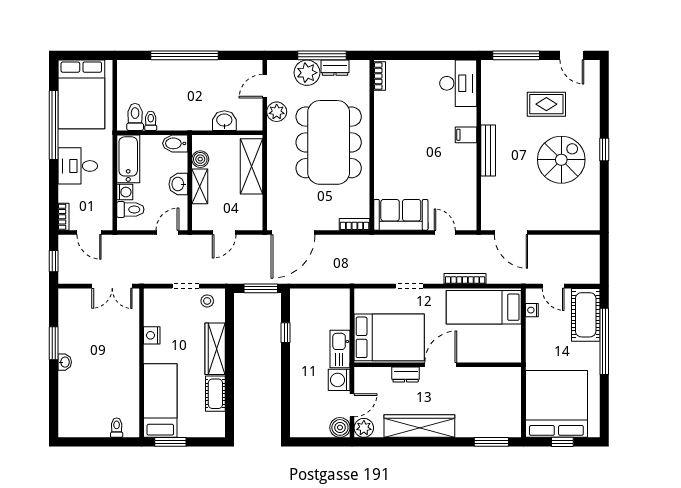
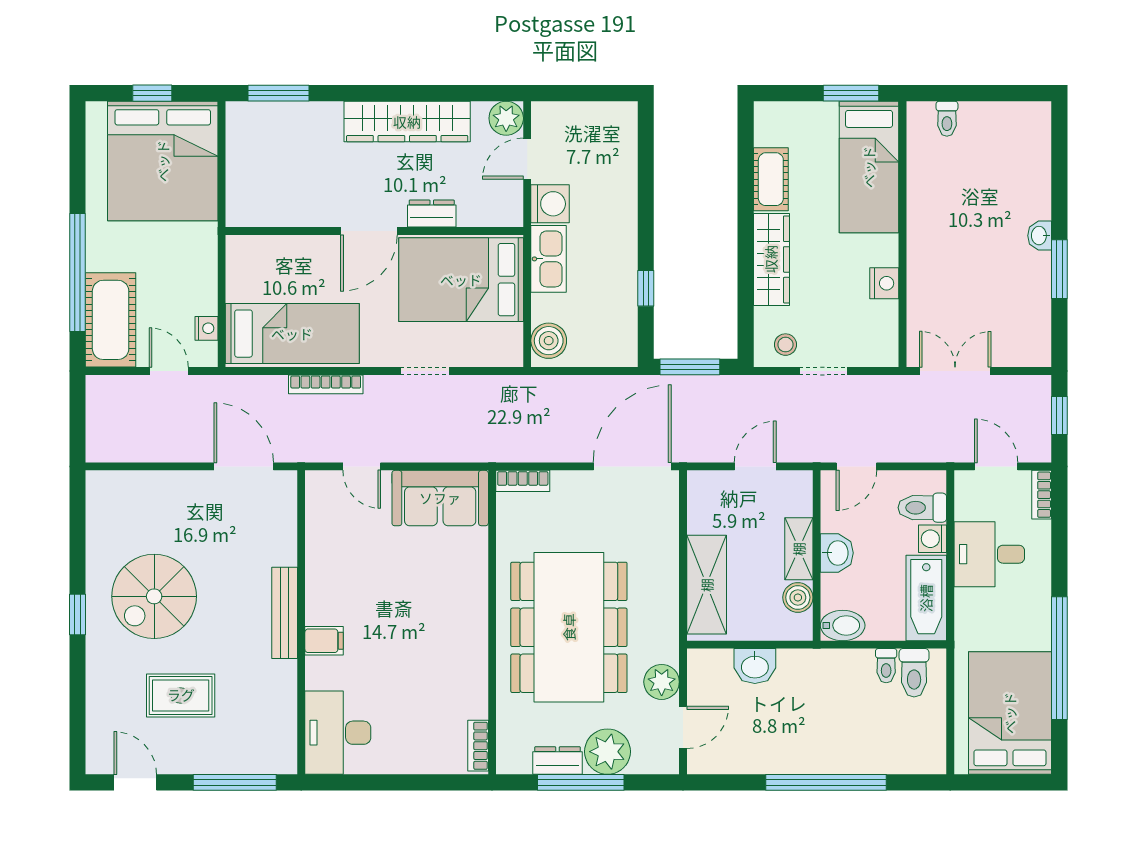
desk: (78, 166) -> (989, 554), moved, turned 180
boiler: (340, 427) -> (549, 341), moved

